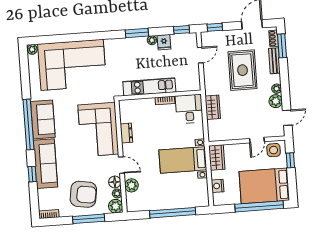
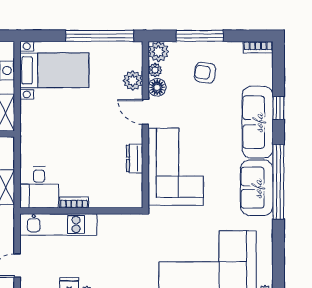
kitchen unit: (149, 87) -> (58, 224), moved
bed with nightstands: (183, 160) -> (54, 70), moved
armchair: (83, 194) -> (205, 73), width x0.53, depth x0.53
window: (173, 213) -> (100, 36), moved

